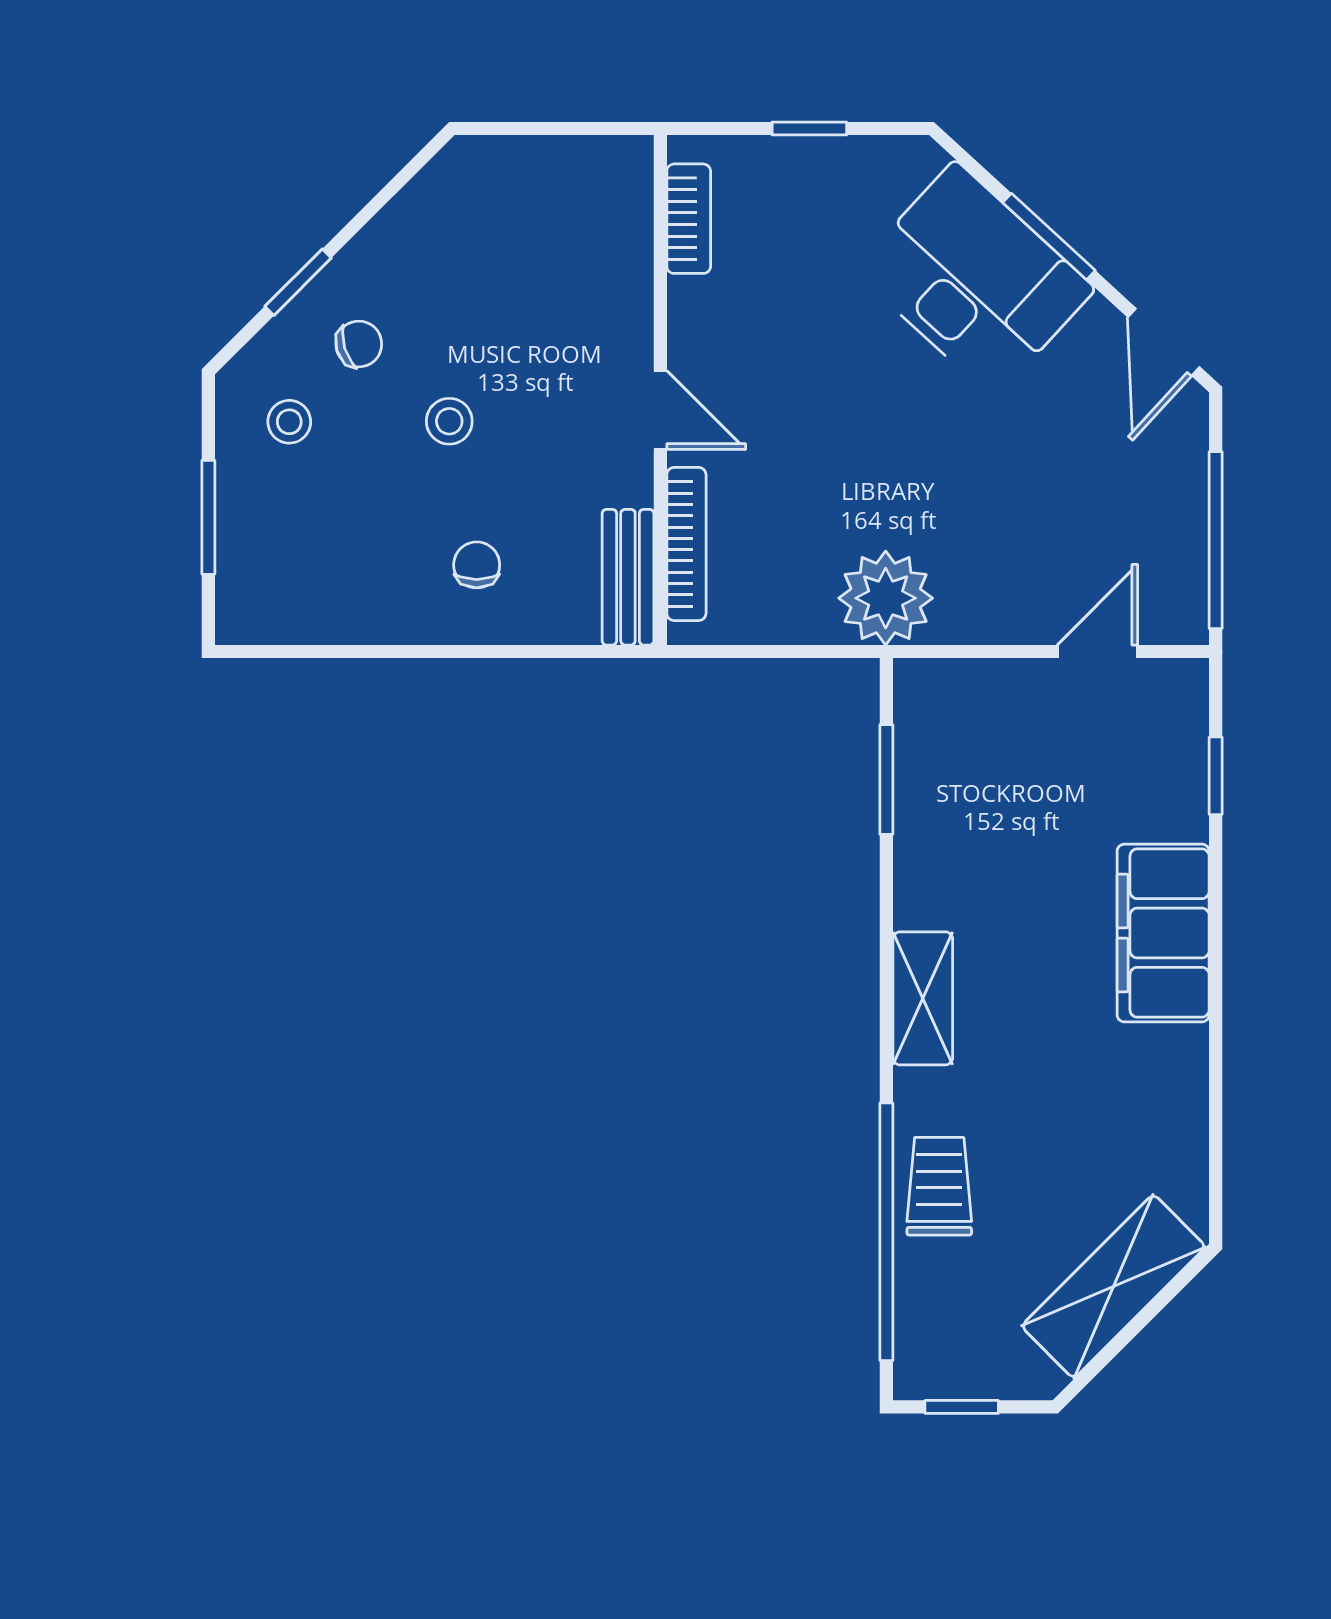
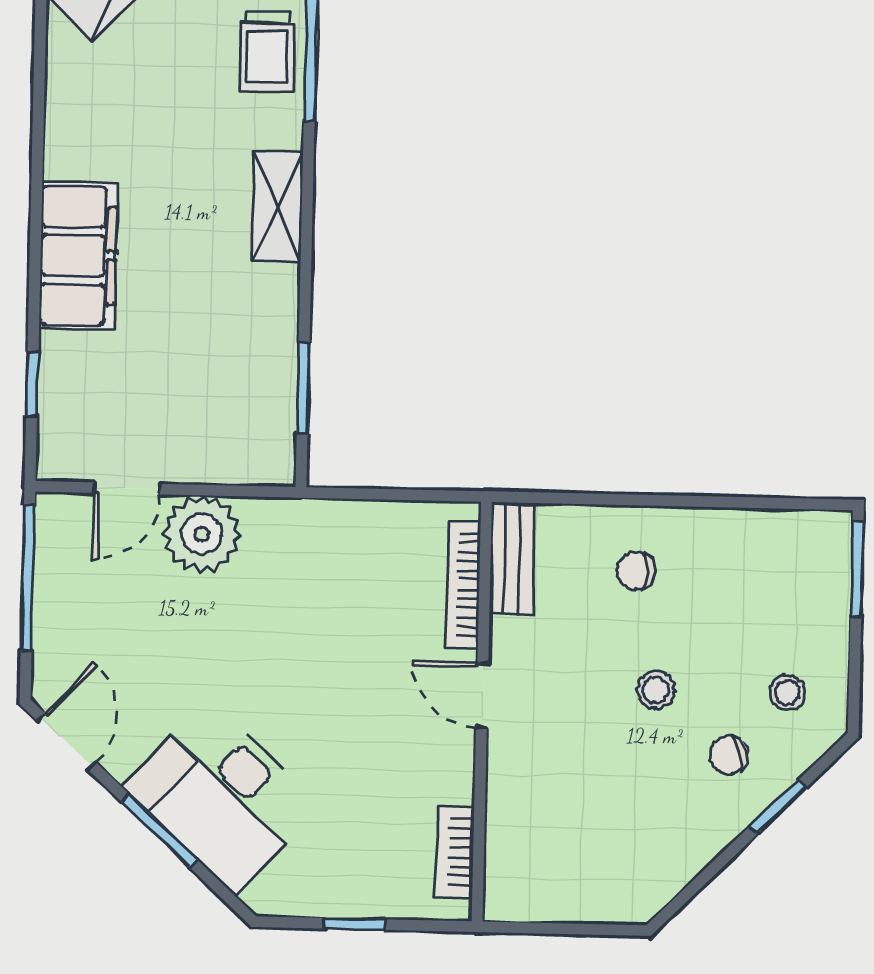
window: (208, 517) -> (857, 569), moved
chair: (477, 565) -> (636, 571), turned 90
plant: (886, 598) -> (202, 534), moved

